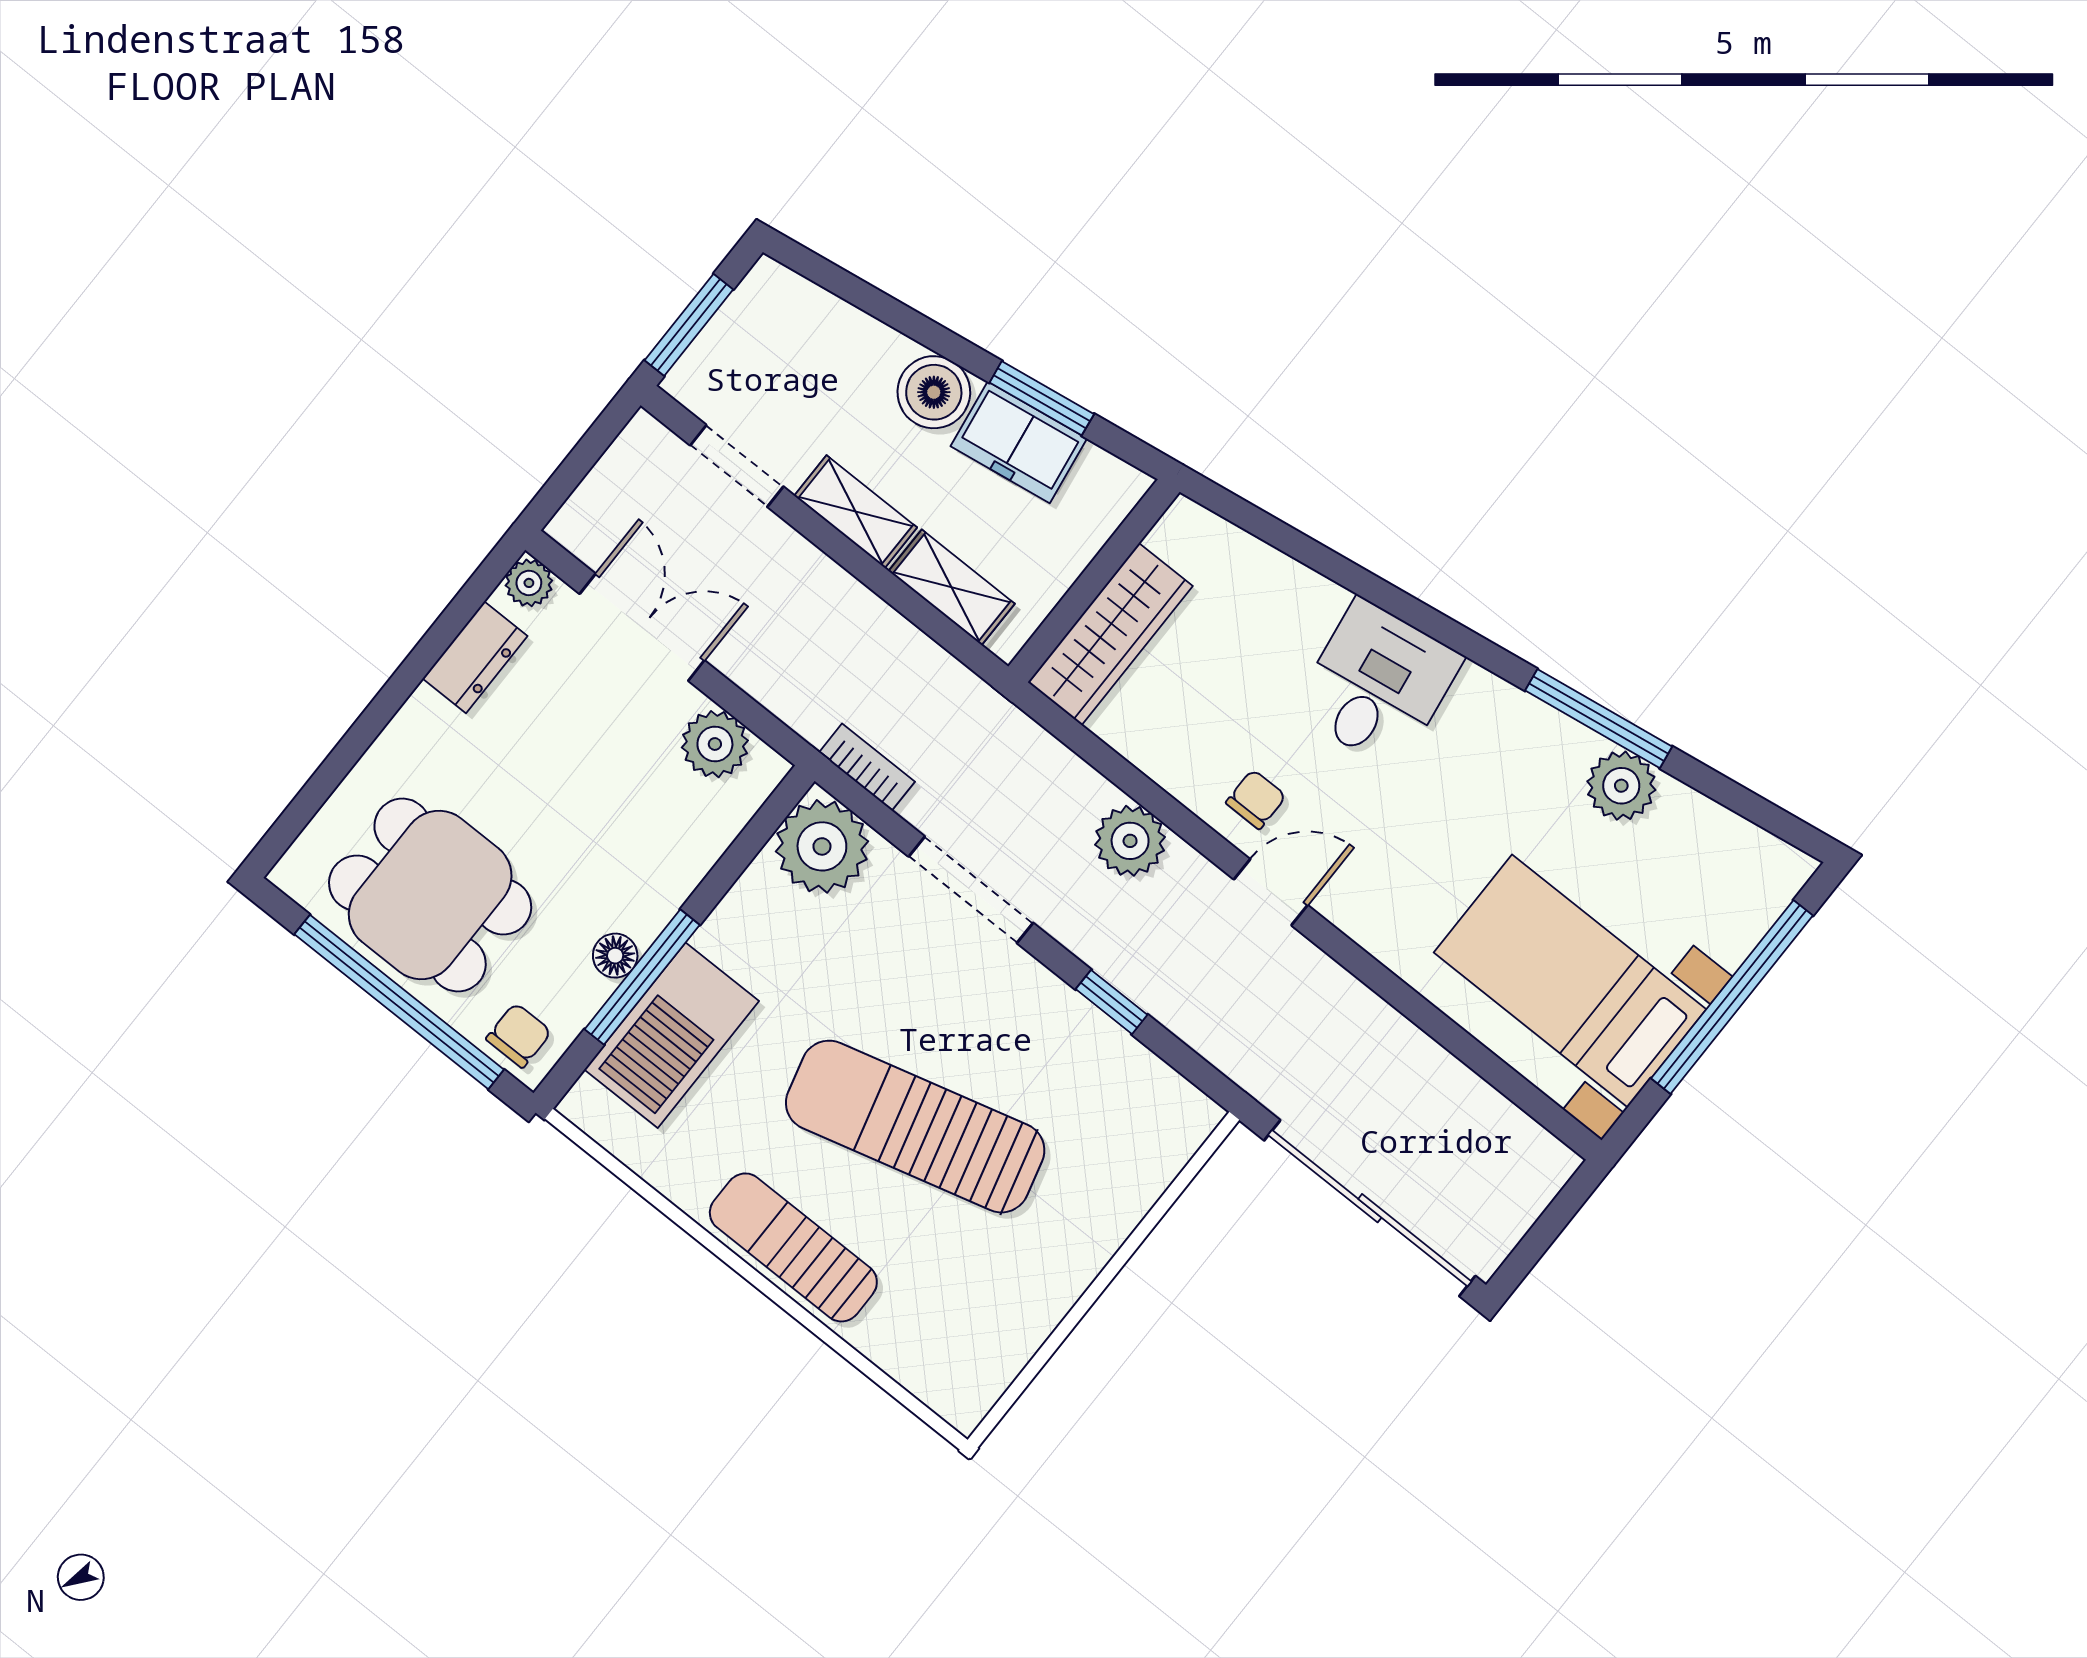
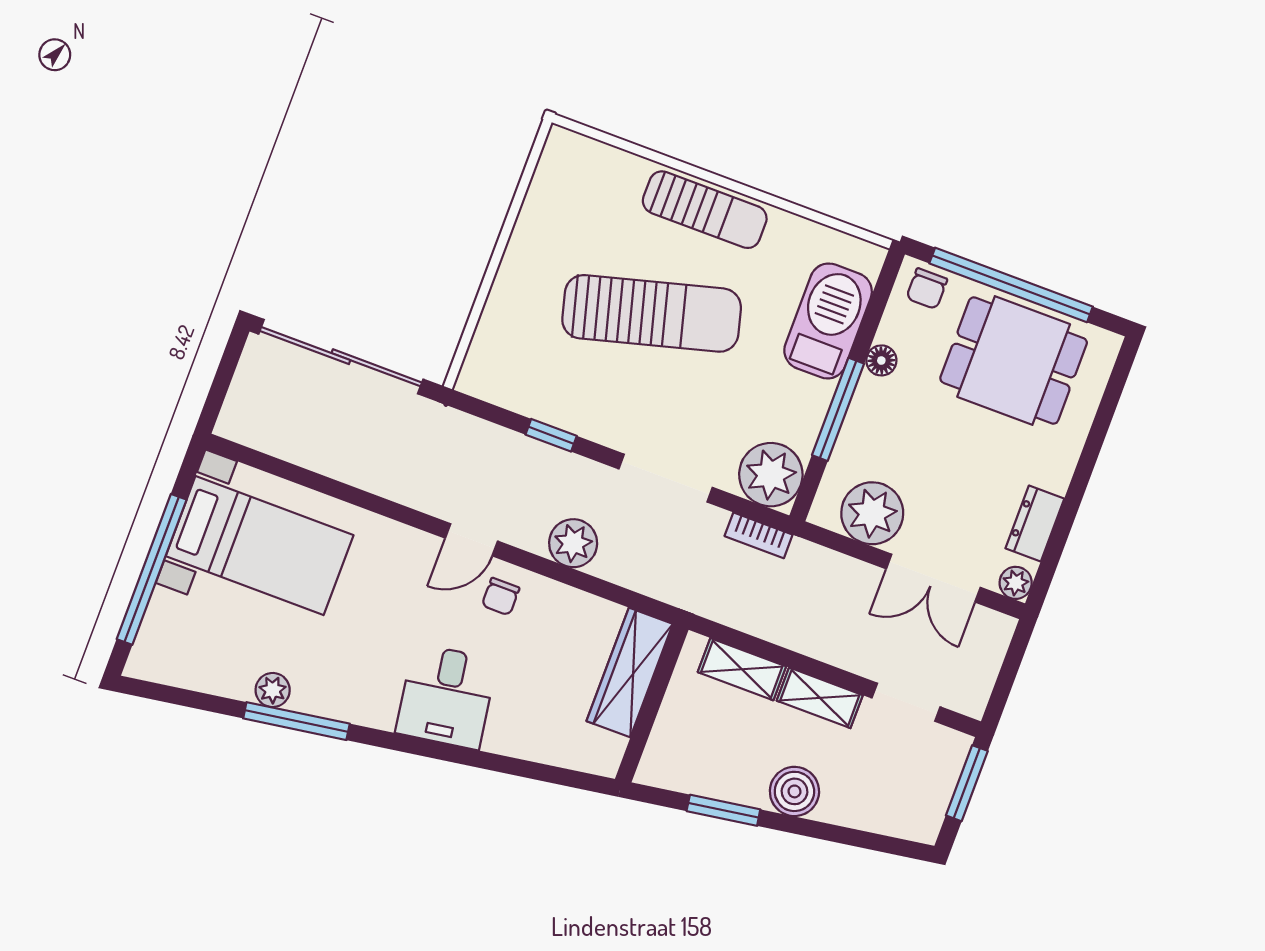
freezer: (1019, 442) -> (729, 777), removed
plant: (715, 744) -> (872, 513), width x1.36, depth x1.36
plant: (1621, 786) -> (273, 690), width x0.73, depth x0.73
window: (642, 977) -> (838, 409), moved

